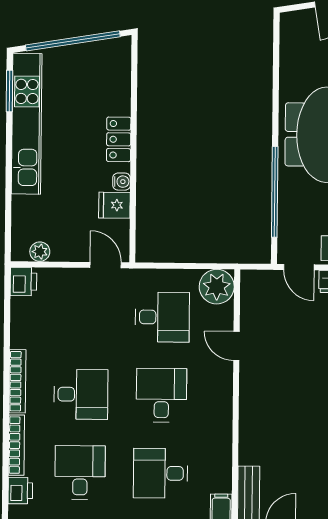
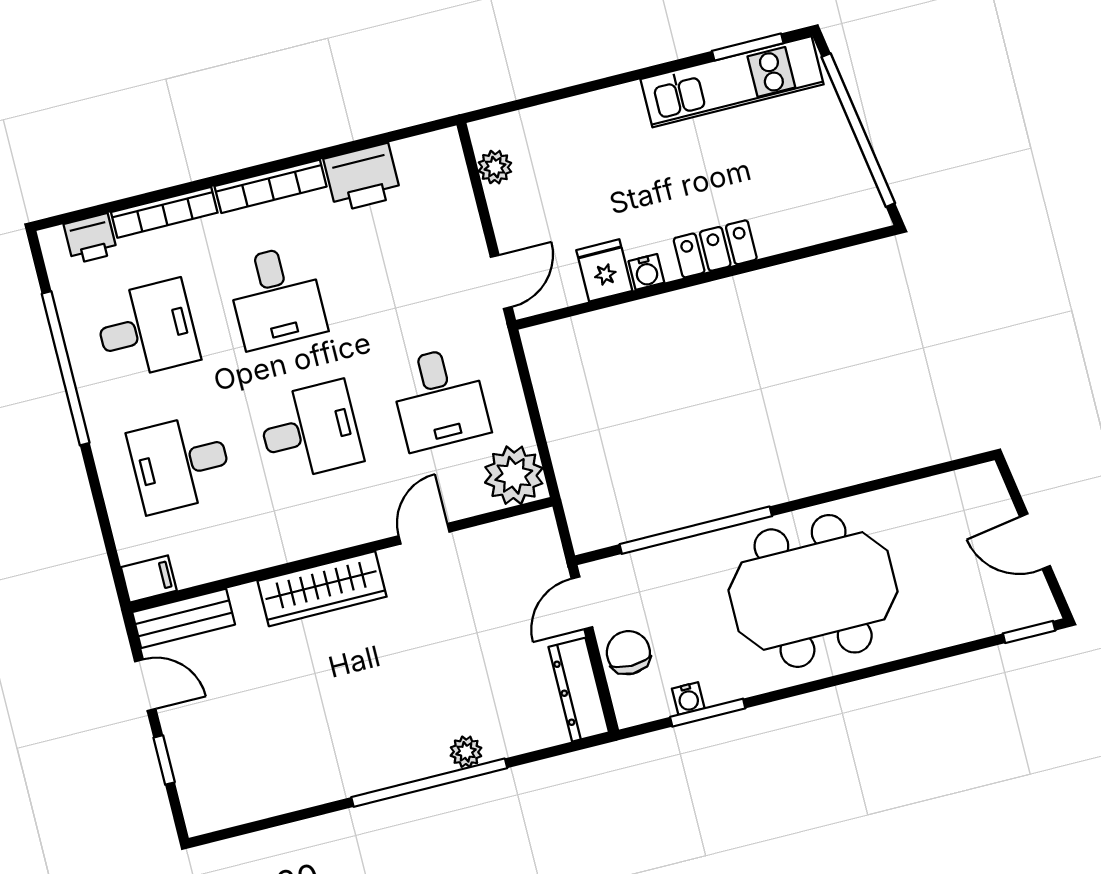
kitchen unit: (27, 124) -> (732, 82), width x0.73
printer: (23, 282) -> (362, 178), moved, width x1.36, depth x1.24
wardrobe: (252, 412) -> (322, 589), added
desk: (161, 473) -> (180, 463), turned -90

